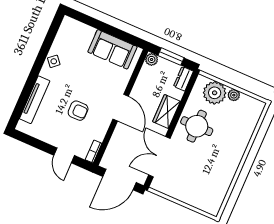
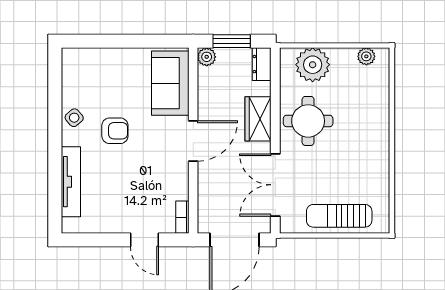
sofa: (112, 49) -> (170, 83), moved, turned 90
plant: (234, 95) -> (366, 56), moved
door: (121, 108) -> (193, 141), hinge flipped
armchair: (78, 111) -> (115, 131), moved
sun lounger: (190, 193) -> (339, 216), added

